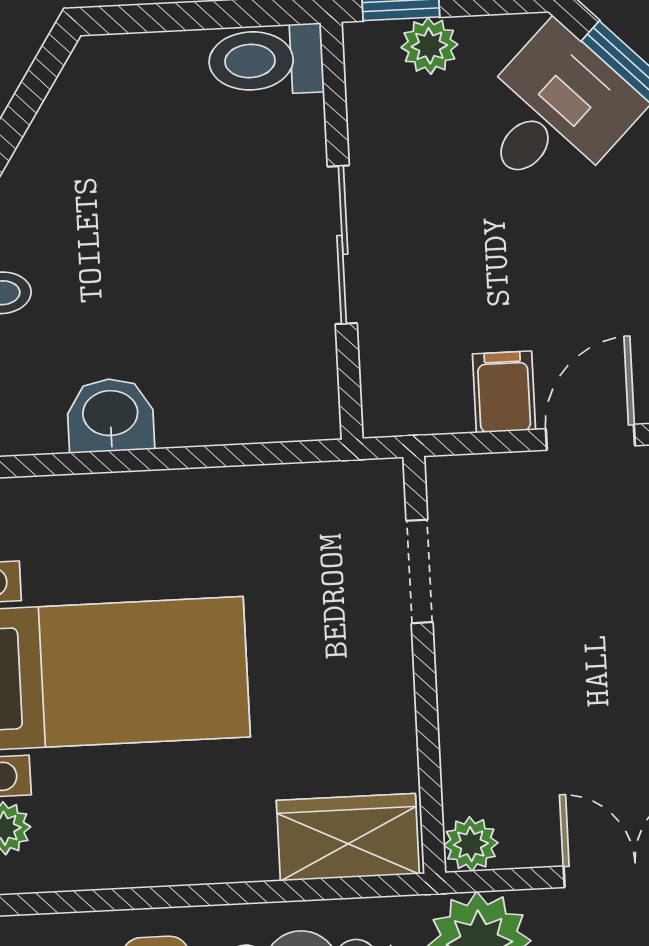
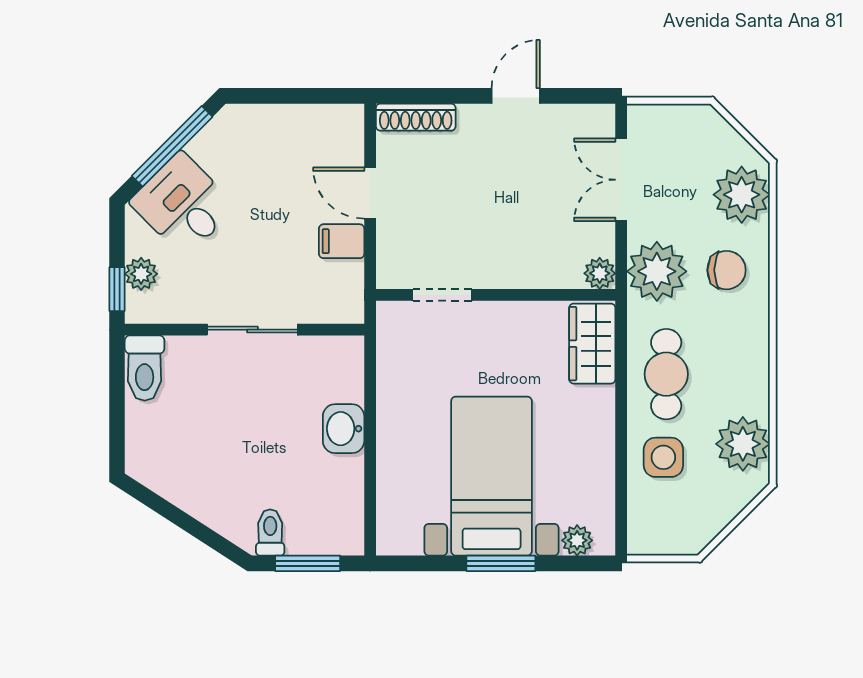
washbasin: (110, 415) -> (344, 429), moved

